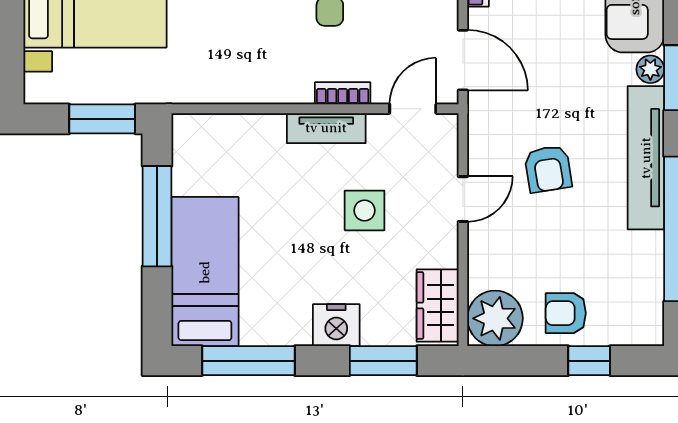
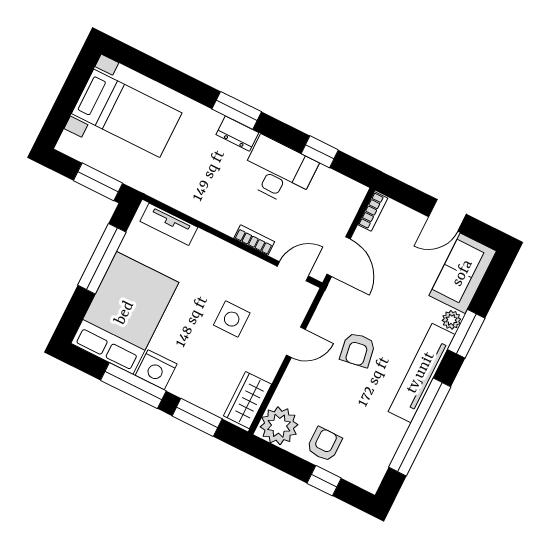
tv unit: (326, 128) -> (169, 224), moved
bed: (205, 272) -> (125, 313), width x1.50
armchair: (566, 313) -> (324, 444), turned 90
nightstand: (336, 325) -> (156, 370), moved
window: (248, 361) -> (133, 386), moved

